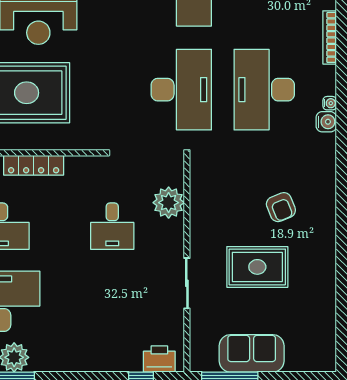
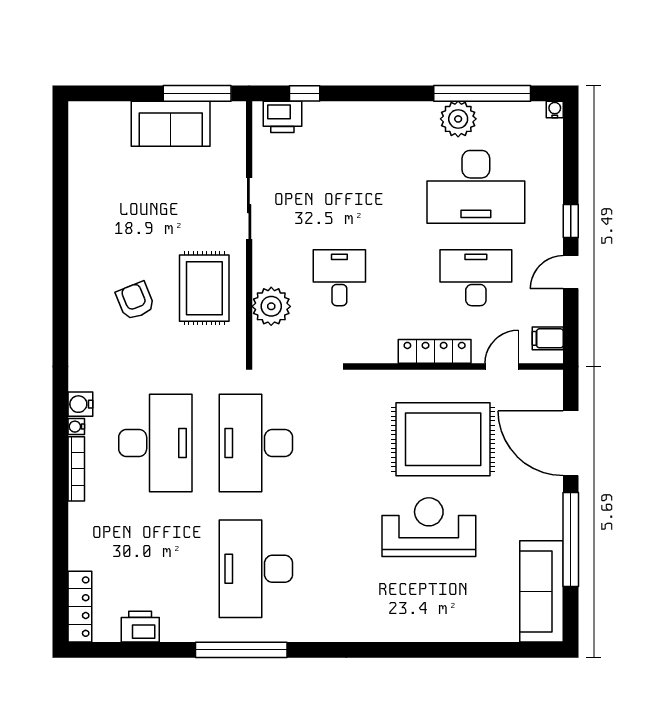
bookcase: (330, 37) -> (76, 469), moved
rug: (257, 267) -> (204, 288), moved, turned 90

